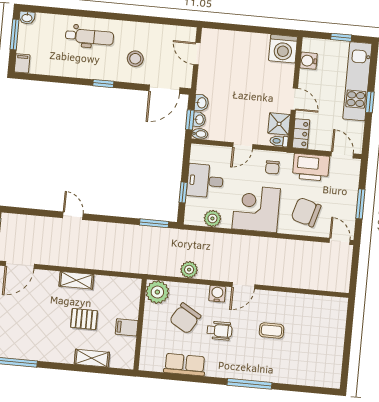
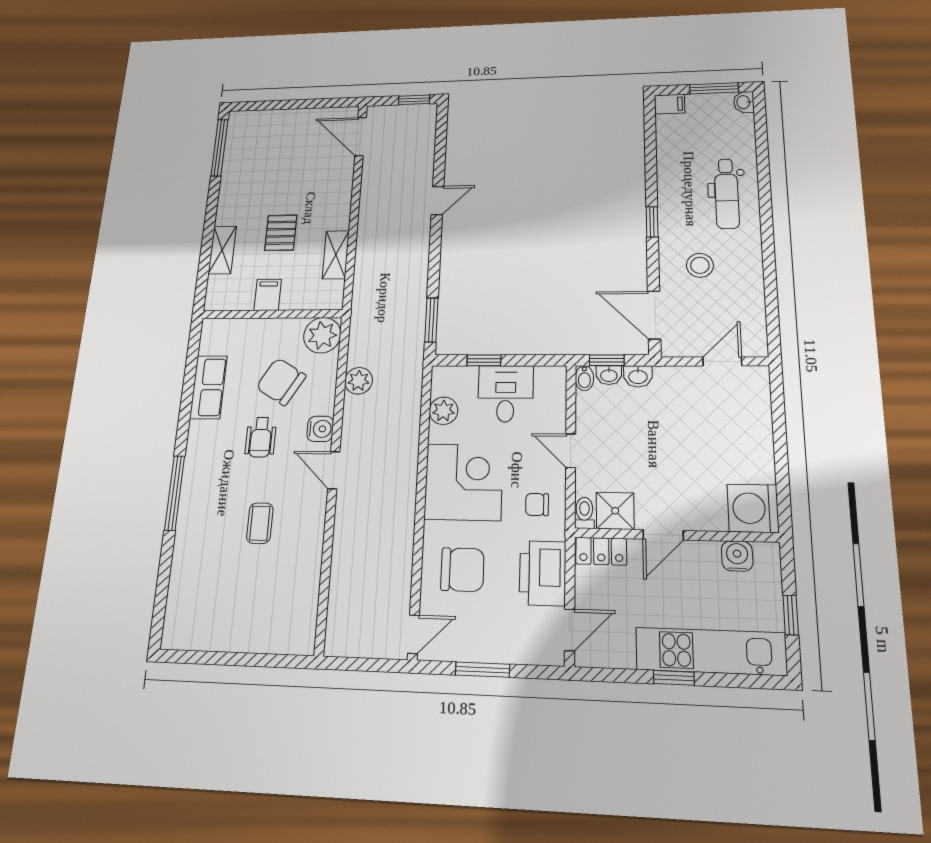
chair: (306, 212) -> (462, 570), turned 74
shelving: (76, 280) -> (336, 255), moved

